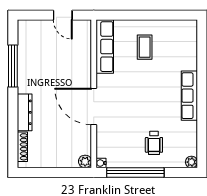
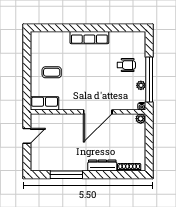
row of seats: (105, 47) -> (45, 103), width x0.68
plant: (191, 162) -> (141, 85), moved

